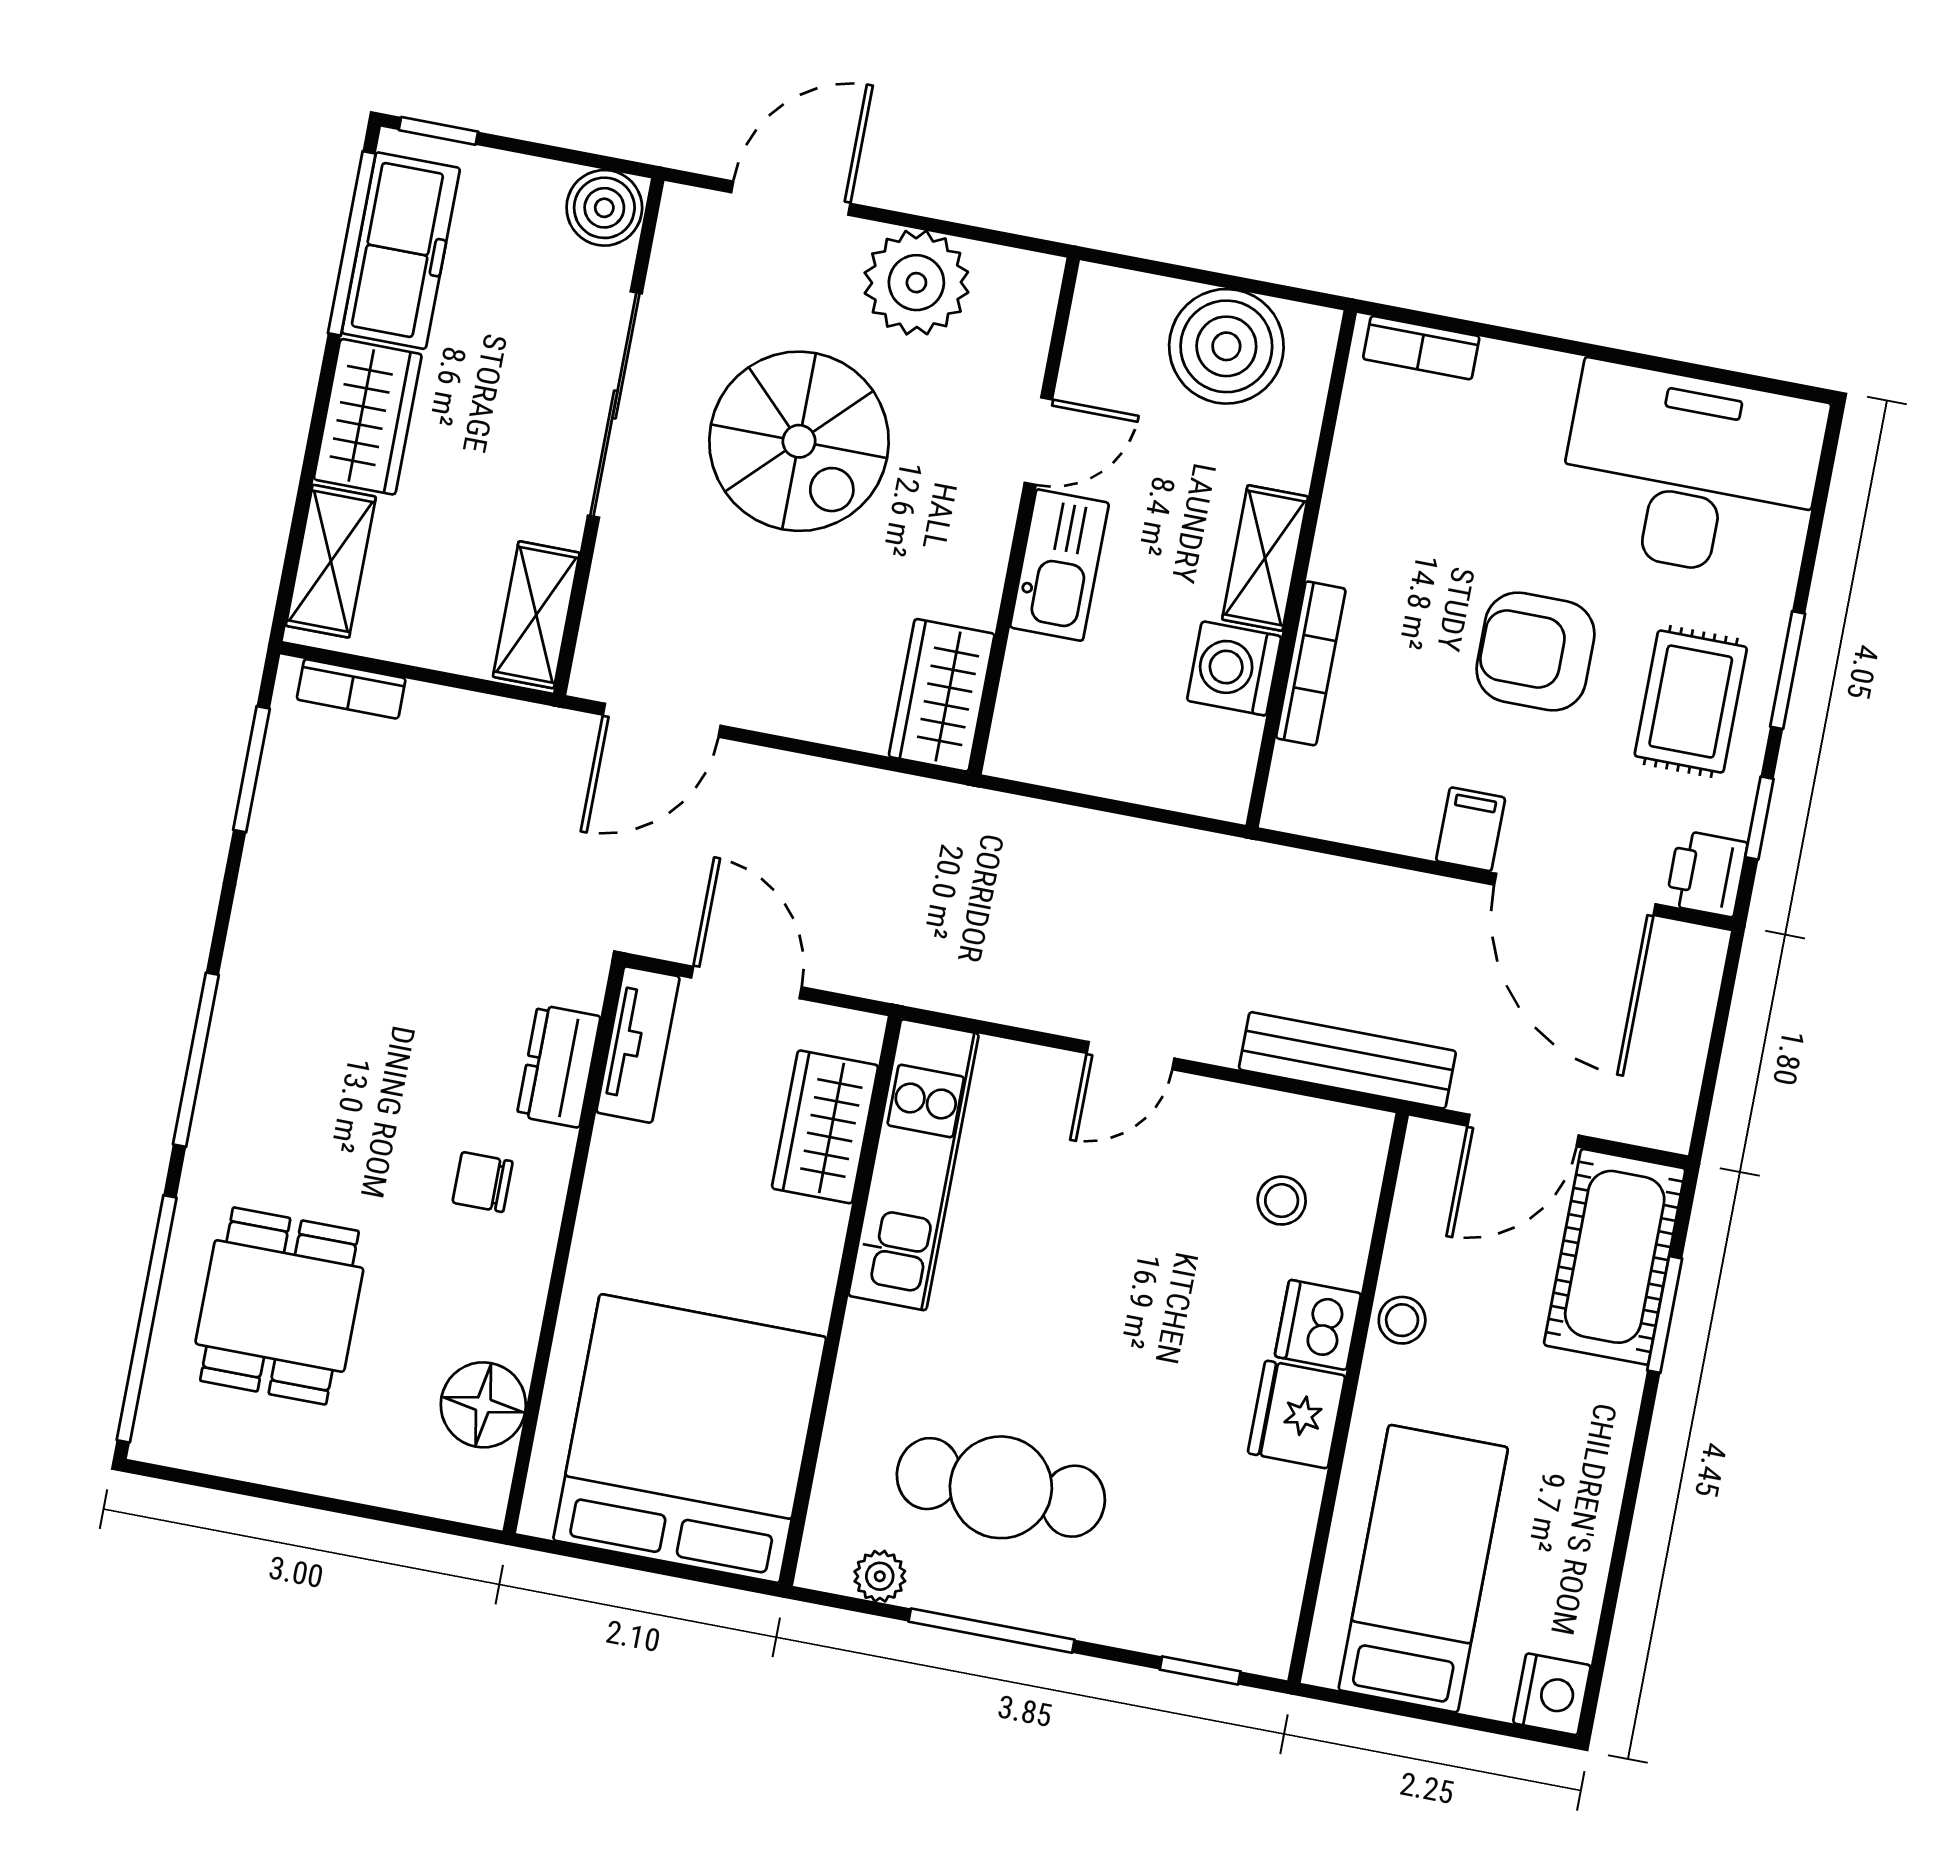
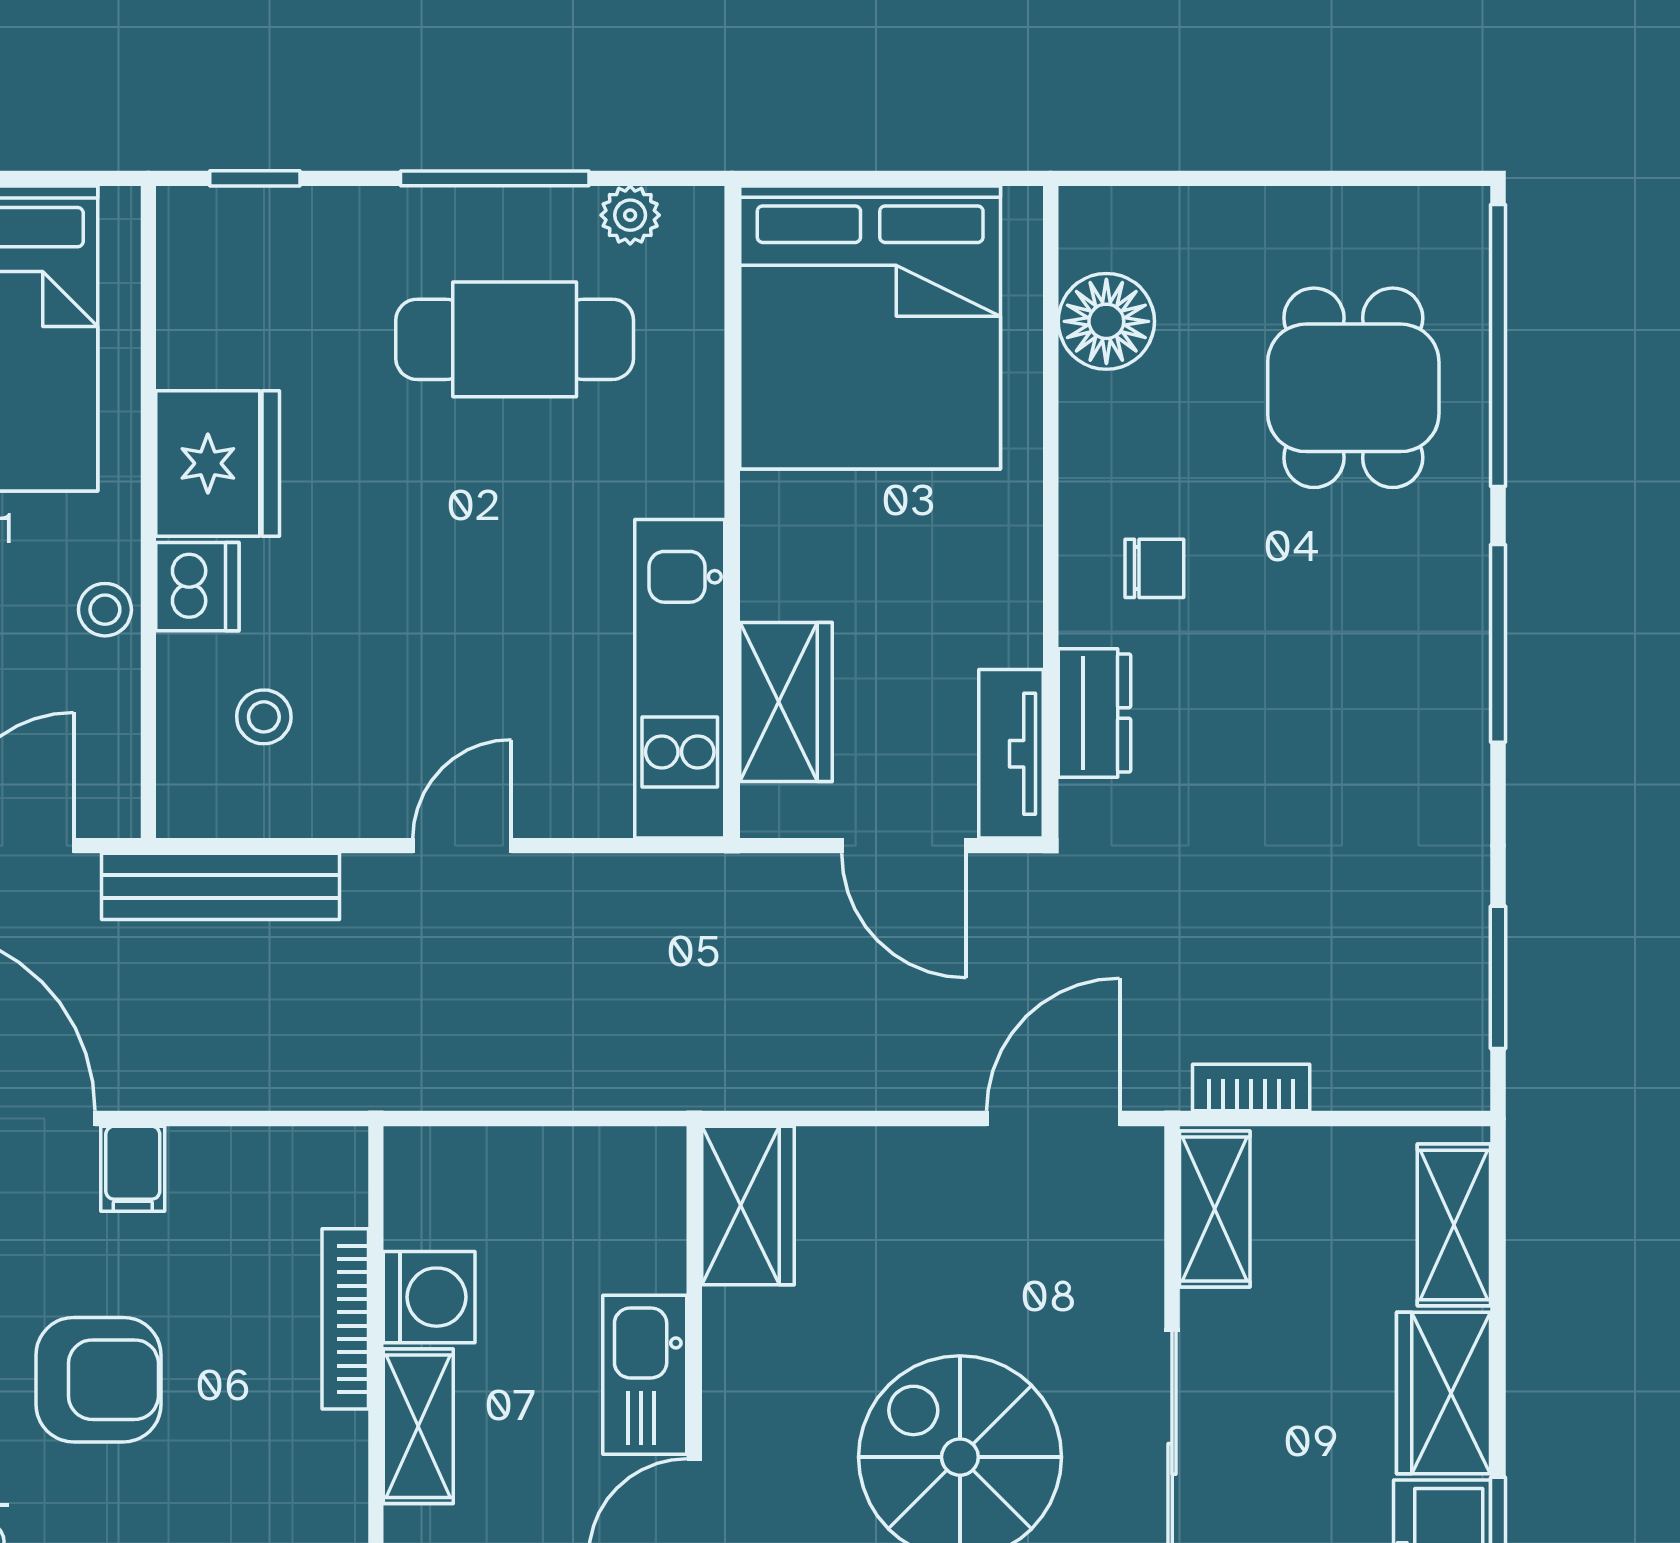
bookcase: (351, 689) -> (1251, 1088), moved
fridge: (1297, 1414) -> (218, 463), width x1.36, depth x1.34

